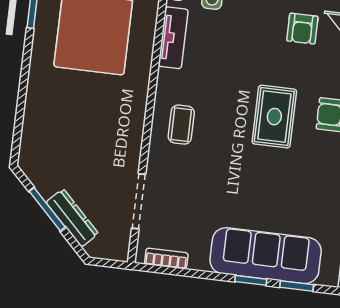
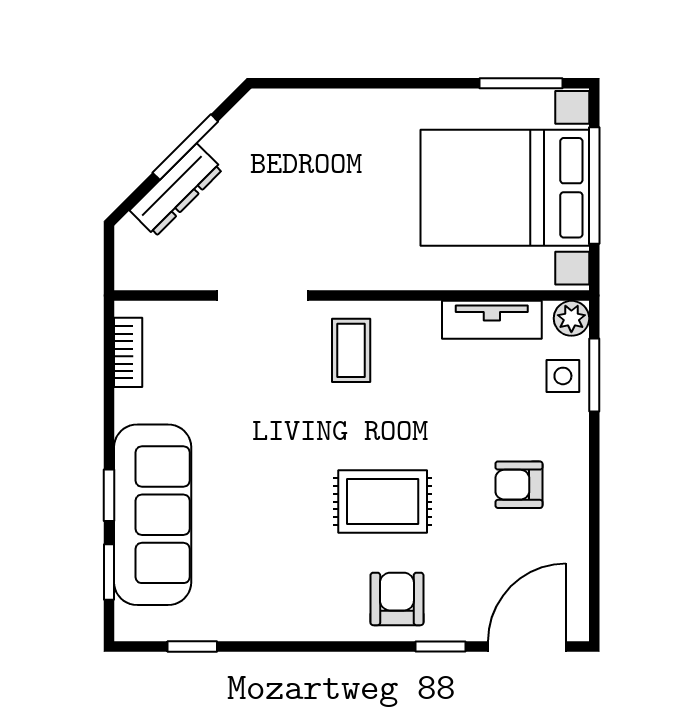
armchair: (302, 29) -> (519, 485), moved
coffee table: (181, 125) -> (351, 350), turned 90
doorway: (139, 201) -> (263, 296), moved

